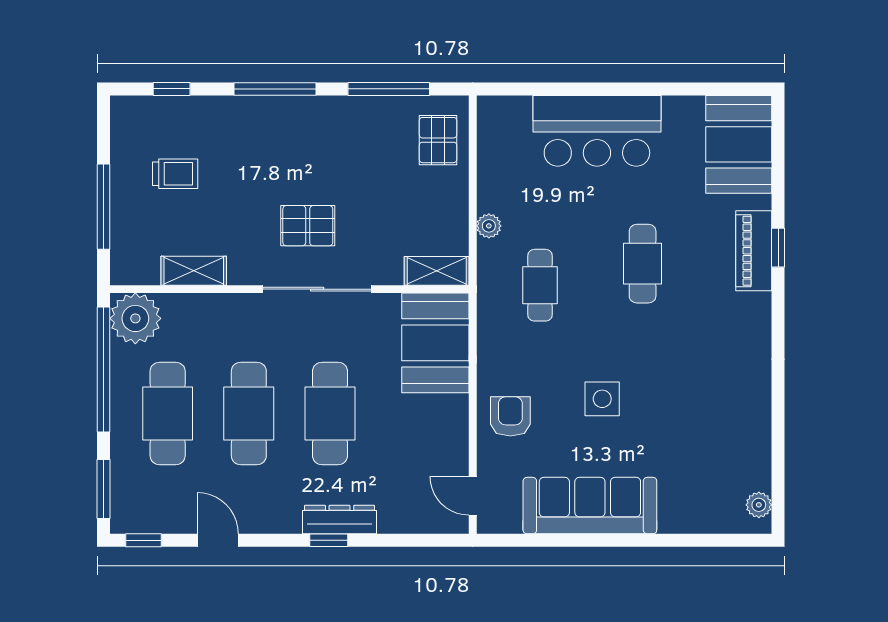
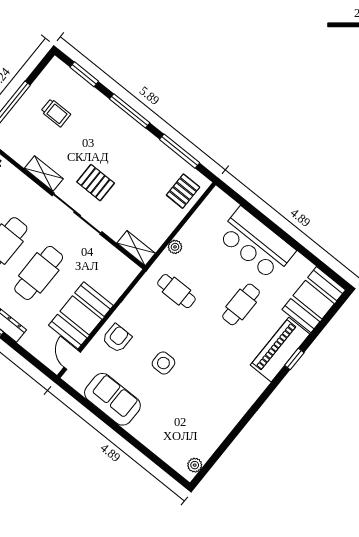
window: (172, 89) -> (84, 74), width x1.50
piano: (754, 251) -> (280, 350), width x1.37, depth x1.33
cafe table: (643, 264) -> (241, 304), moved
shelving: (194, 271) -> (44, 174), moved
cafe table: (540, 285) -> (176, 291), turned 90
booth: (435, 343) -> (81, 315), moved
sofa: (590, 506) -> (112, 399), width x0.73

